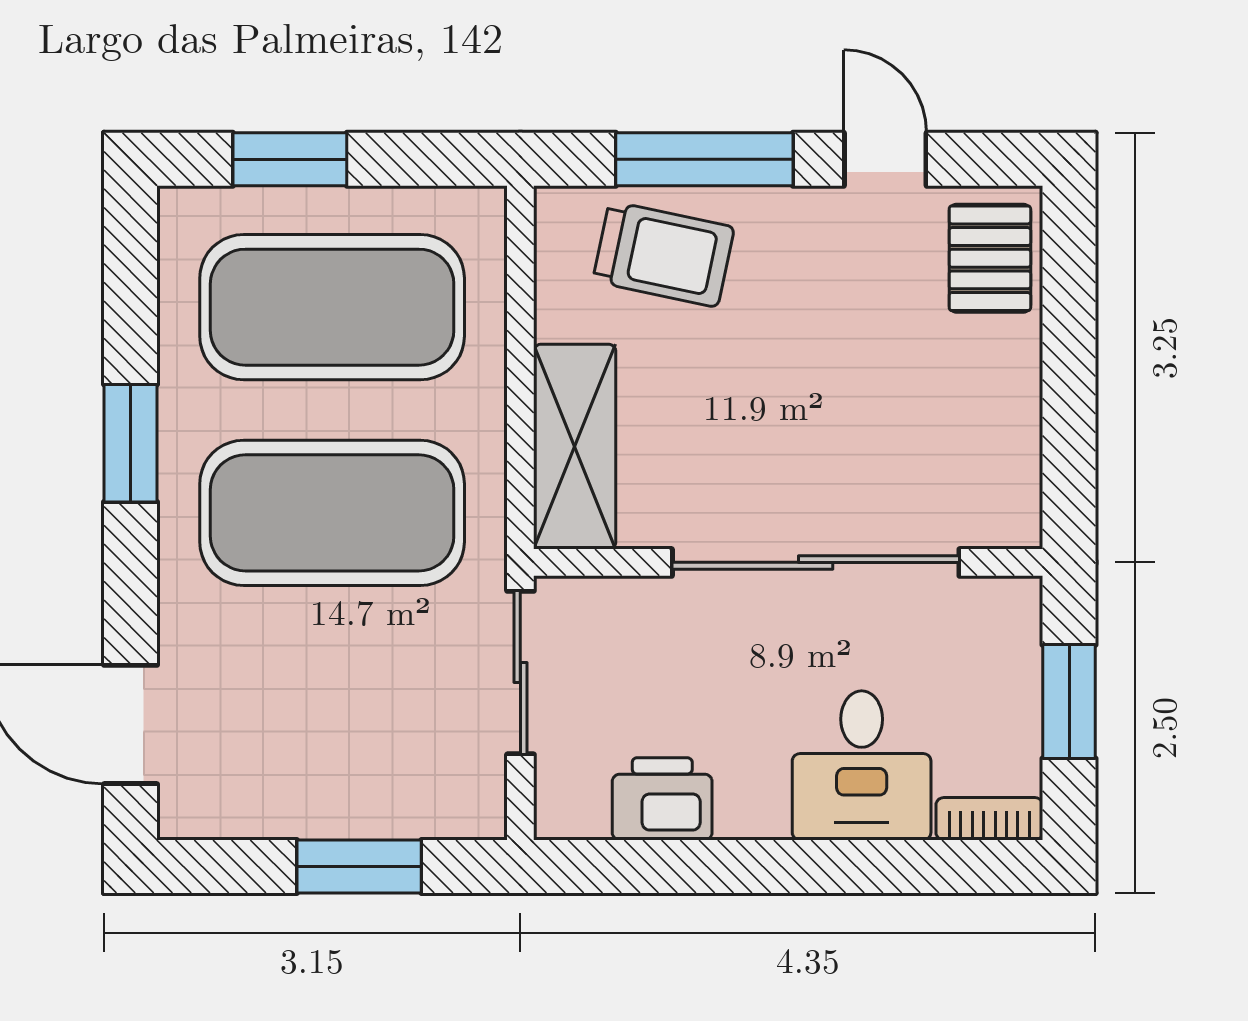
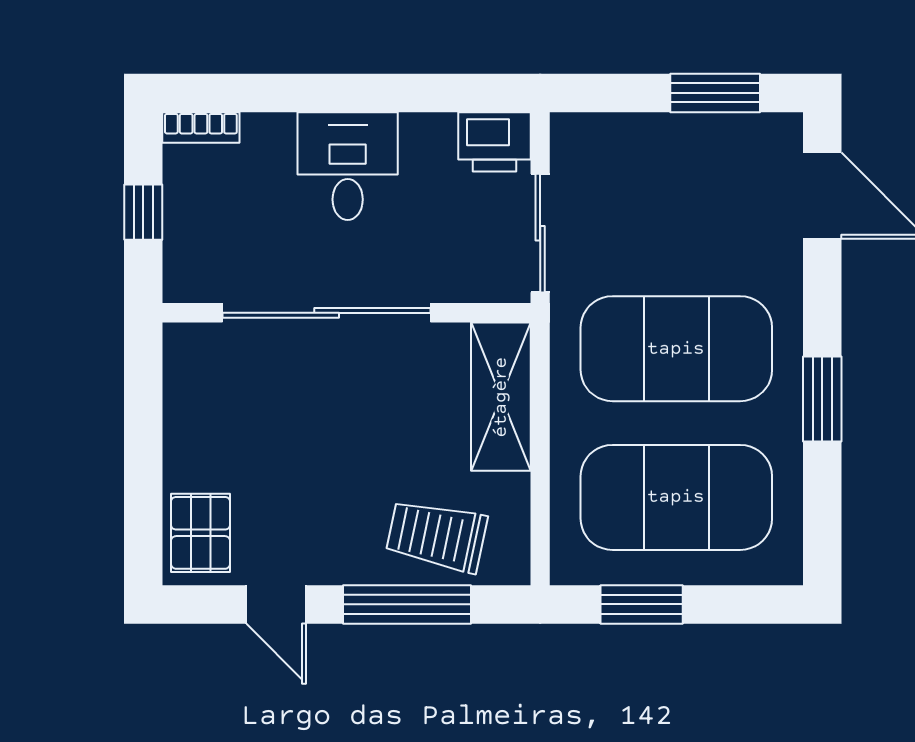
window: (290, 159) -> (642, 604), moved
window: (1069, 702) -> (143, 212), width x0.67
desk: (862, 765) -> (348, 166), moved
printer: (662, 799) -> (495, 142), moved
window: (359, 866) -> (715, 93), moved

